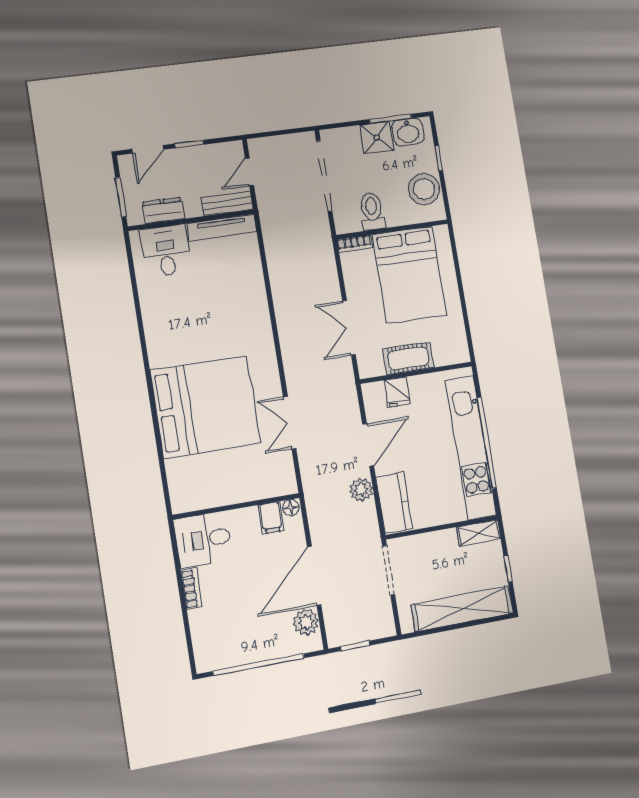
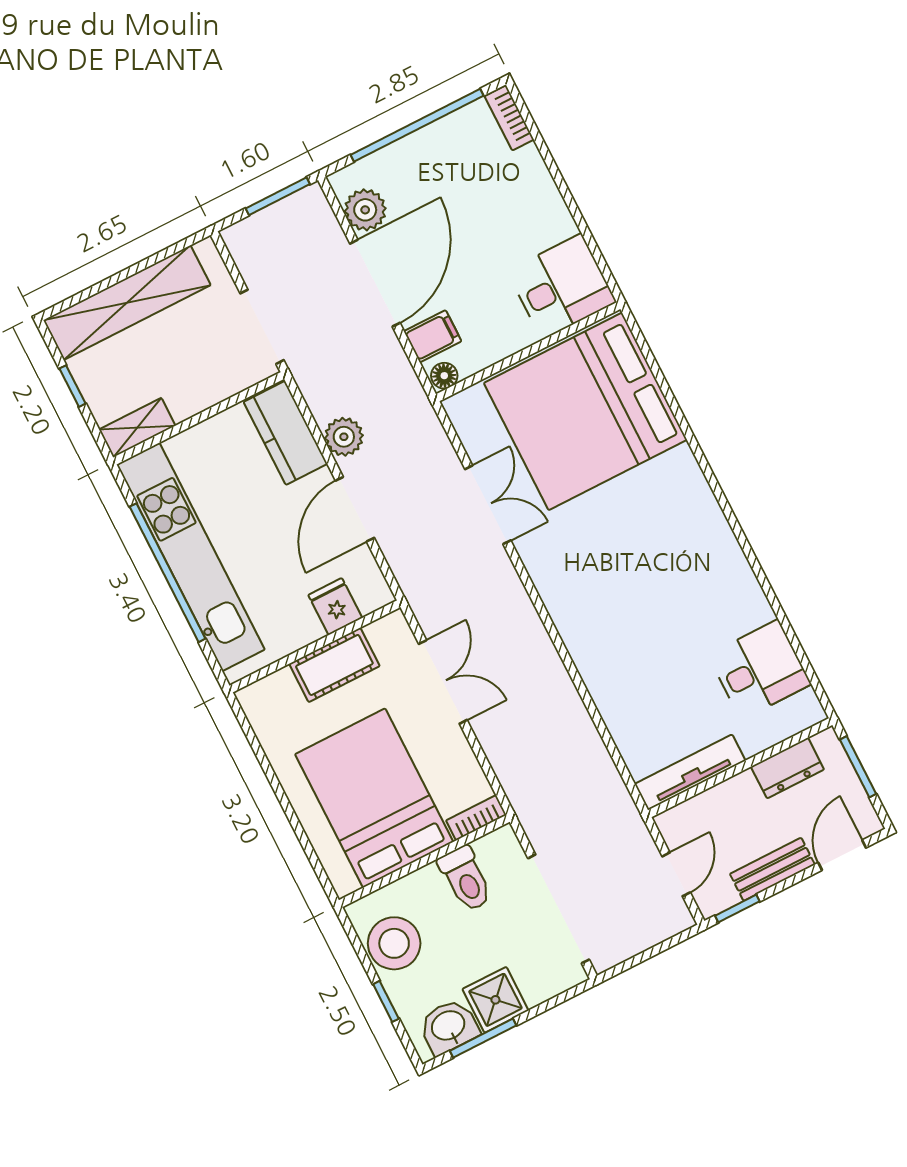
window: (189, 144) -> (737, 909), moved
bench: (227, 204) -> (772, 869), moved
desk: (166, 251) -> (760, 670), moved, turned -90
bed: (205, 407) -> (585, 411), moved
filing cabinet: (271, 518) -> (433, 336), moved, turned 90
bookcase: (191, 589) -> (509, 118), moved
window: (355, 646) -> (278, 196), width x1.50

